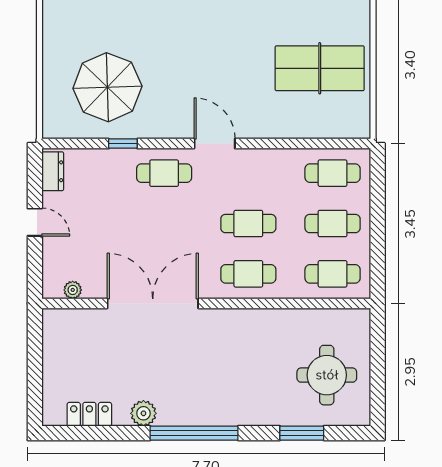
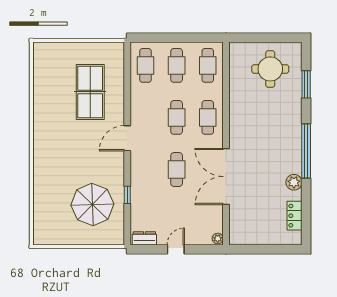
table tennis table: (320, 68) -> (90, 92), moved
cafe table: (164, 173) -> (177, 169), moved
plant: (73, 290) -> (218, 239), moved

